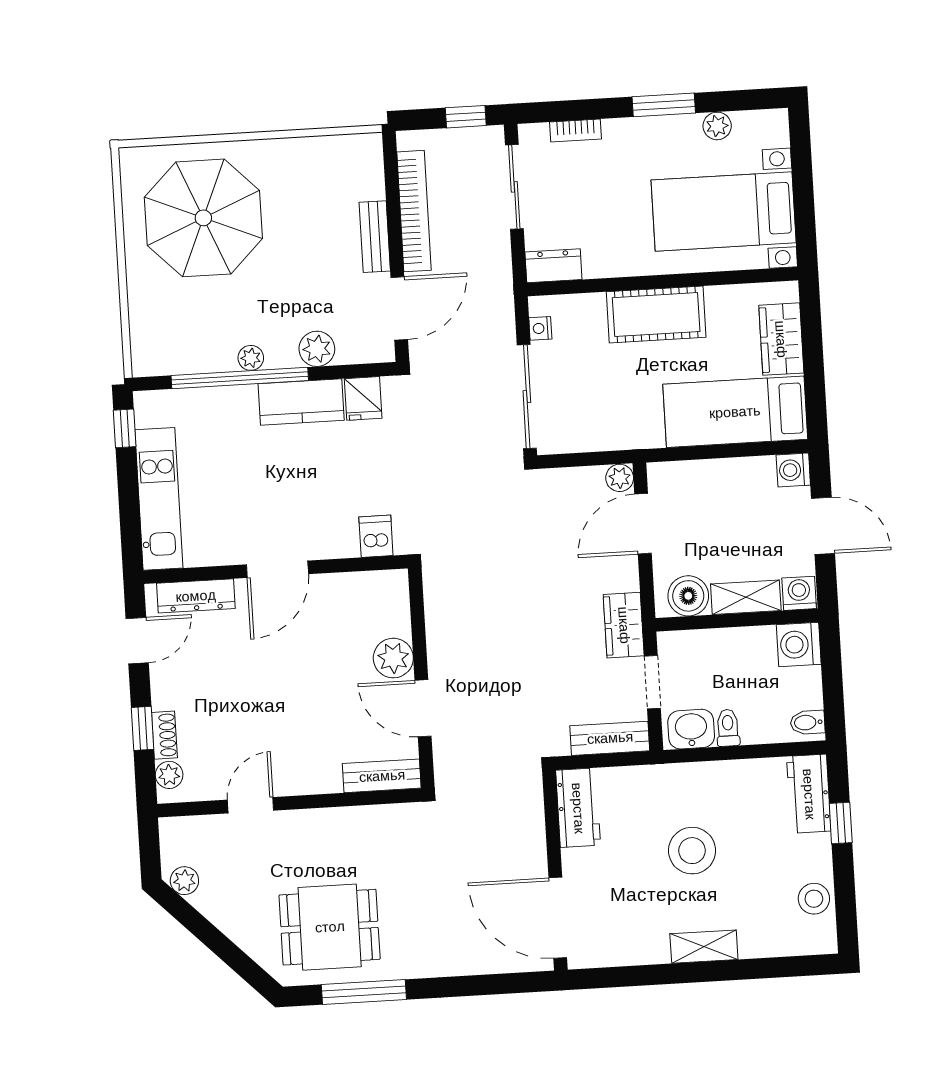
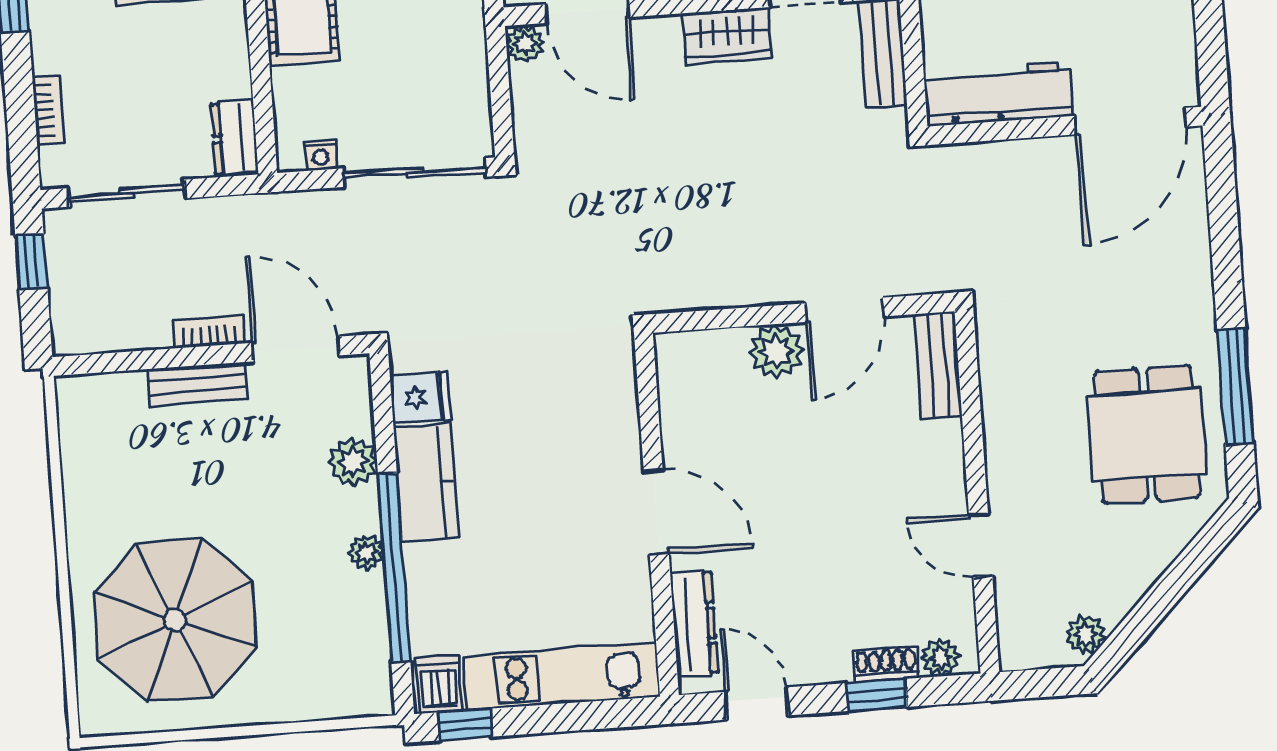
bookcase: (414, 211) -> (209, 332), width x0.43, depth x0.76
dishwasher: (376, 536) -> (439, 684), moved, turned 90
workbench: (578, 808) -> (999, 94), width x1.38

